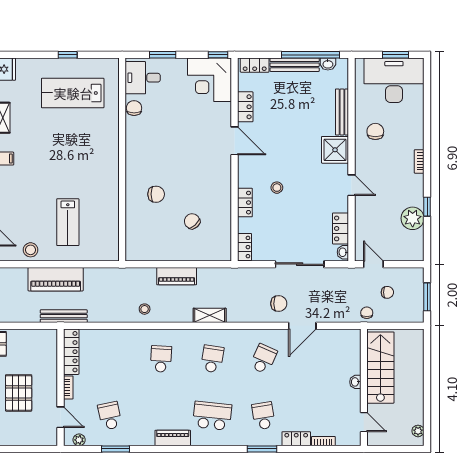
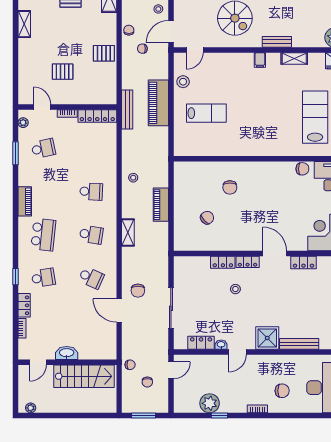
chair: (375, 131) -> (282, 391), moved
door: (235, 141) -> (275, 253), swing flipped
lab bench: (68, 222) -> (206, 113), turned 180
locker: (245, 247) -> (248, 262), moved
washbasin: (343, 252) -> (221, 345), moved
washbasin: (355, 382) -> (67, 353), width x1.91, depth x1.45
pallet: (19, 393) -> (63, 72), width x0.67, depth x0.71
door: (61, 417) -> (42, 107), swing flipped
window: (262, 449) -> (15, 277), width x0.67

